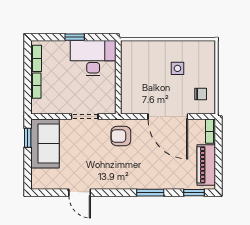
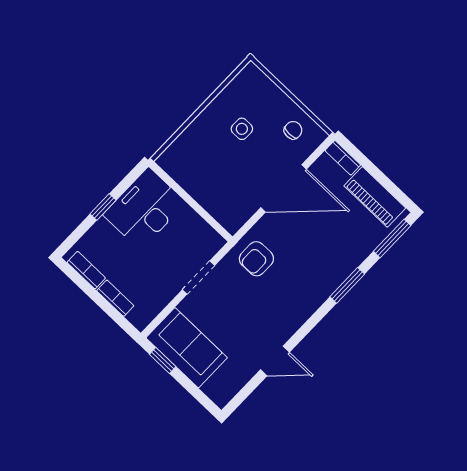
window: (194, 193) -> (392, 238), width x1.50

